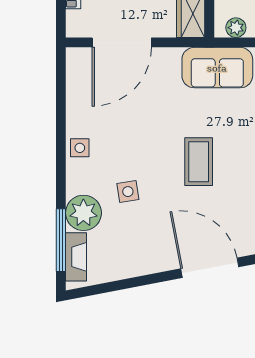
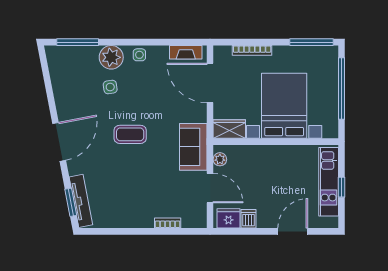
plant: (83, 213) -> (111, 57), moved
fireplace: (76, 257) -> (186, 52), moved

